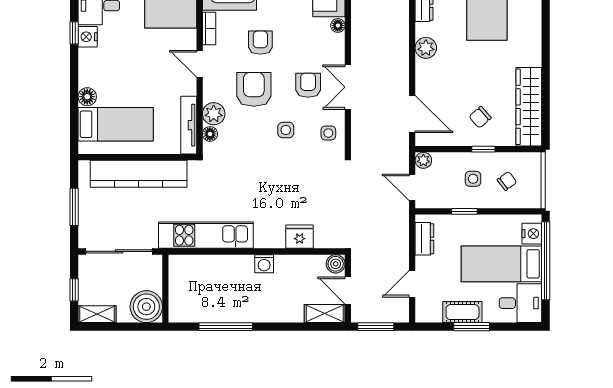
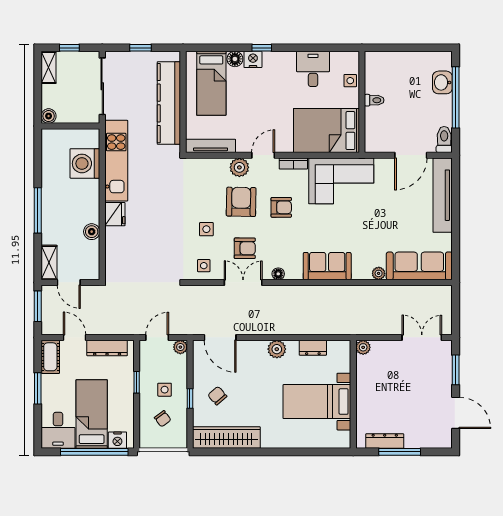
floor lamp: (338, 25) -> (278, 274), moved
window: (74, 33) -> (262, 48), moved
nightstand: (88, 37) -> (253, 59), moved
armchair: (254, 89) -> (241, 202), turned -89
plant: (214, 114) -> (239, 167), moved
door: (412, 114) -> (220, 337), hinge flipped
floor lamp: (210, 134) -> (203, 164), removed
window: (74, 207) -> (141, 48), width x0.67
fridge: (300, 237) -> (115, 214), moved
dresser: (424, 239) -> (107, 348), width x1.44
washing machine: (264, 264) -> (85, 163), moved, width x1.89, depth x1.89
boiler: (336, 264) -> (92, 232), moved
door: (348, 290) -> (69, 282), swing flipped
boiler: (146, 307) -> (49, 116), width x0.54, depth x0.54
cot: (462, 312) -> (50, 357), moved
window: (226, 327) -> (38, 210), moved

